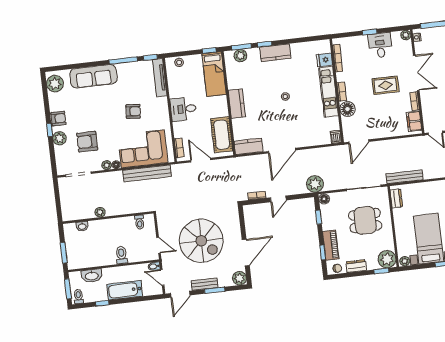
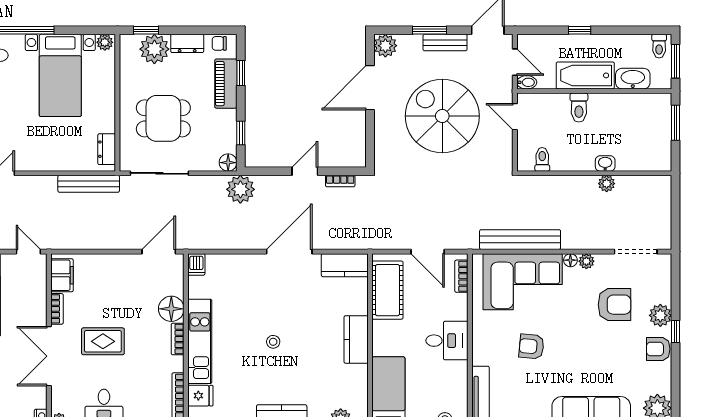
washbasin: (82, 226) -> (605, 163), moved
plant: (387, 259) -> (154, 49), moved
bathtub: (125, 290) -> (585, 75), moved, turned 180
window: (102, 303) -> (580, 30), moved

